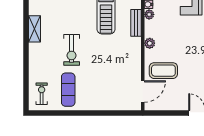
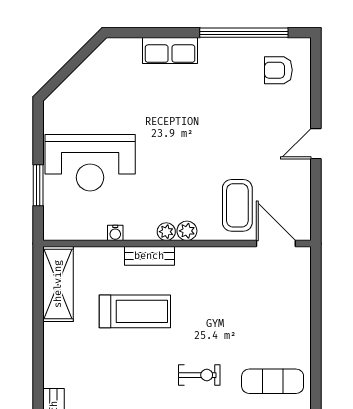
plant: (149, 14) -> (166, 232), moved
exercise bike: (72, 50) -> (199, 375), width x0.73, depth x0.72

